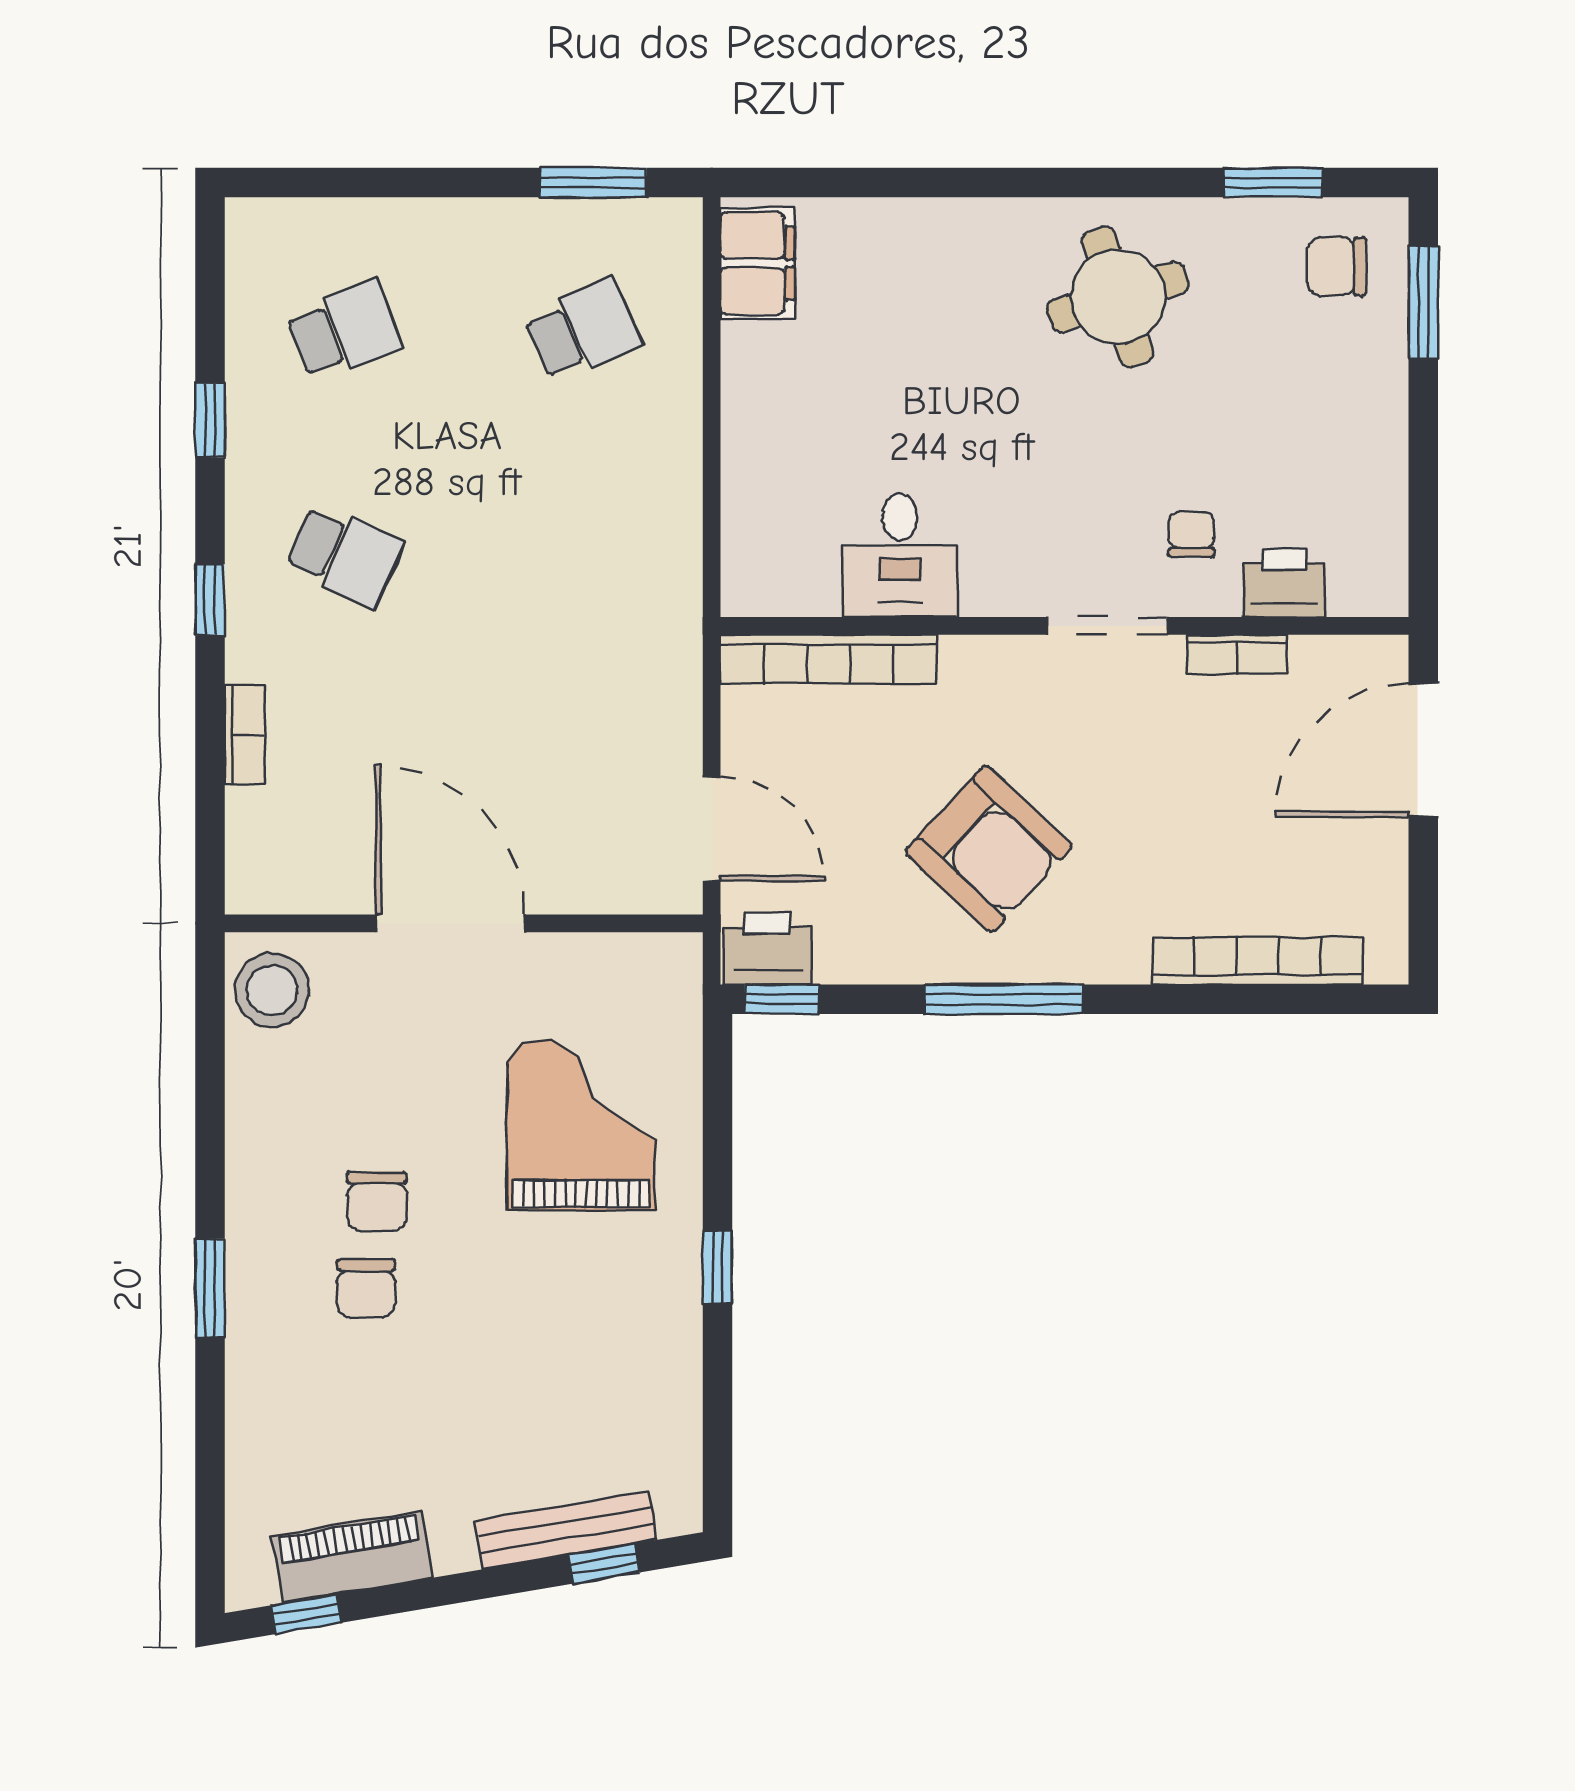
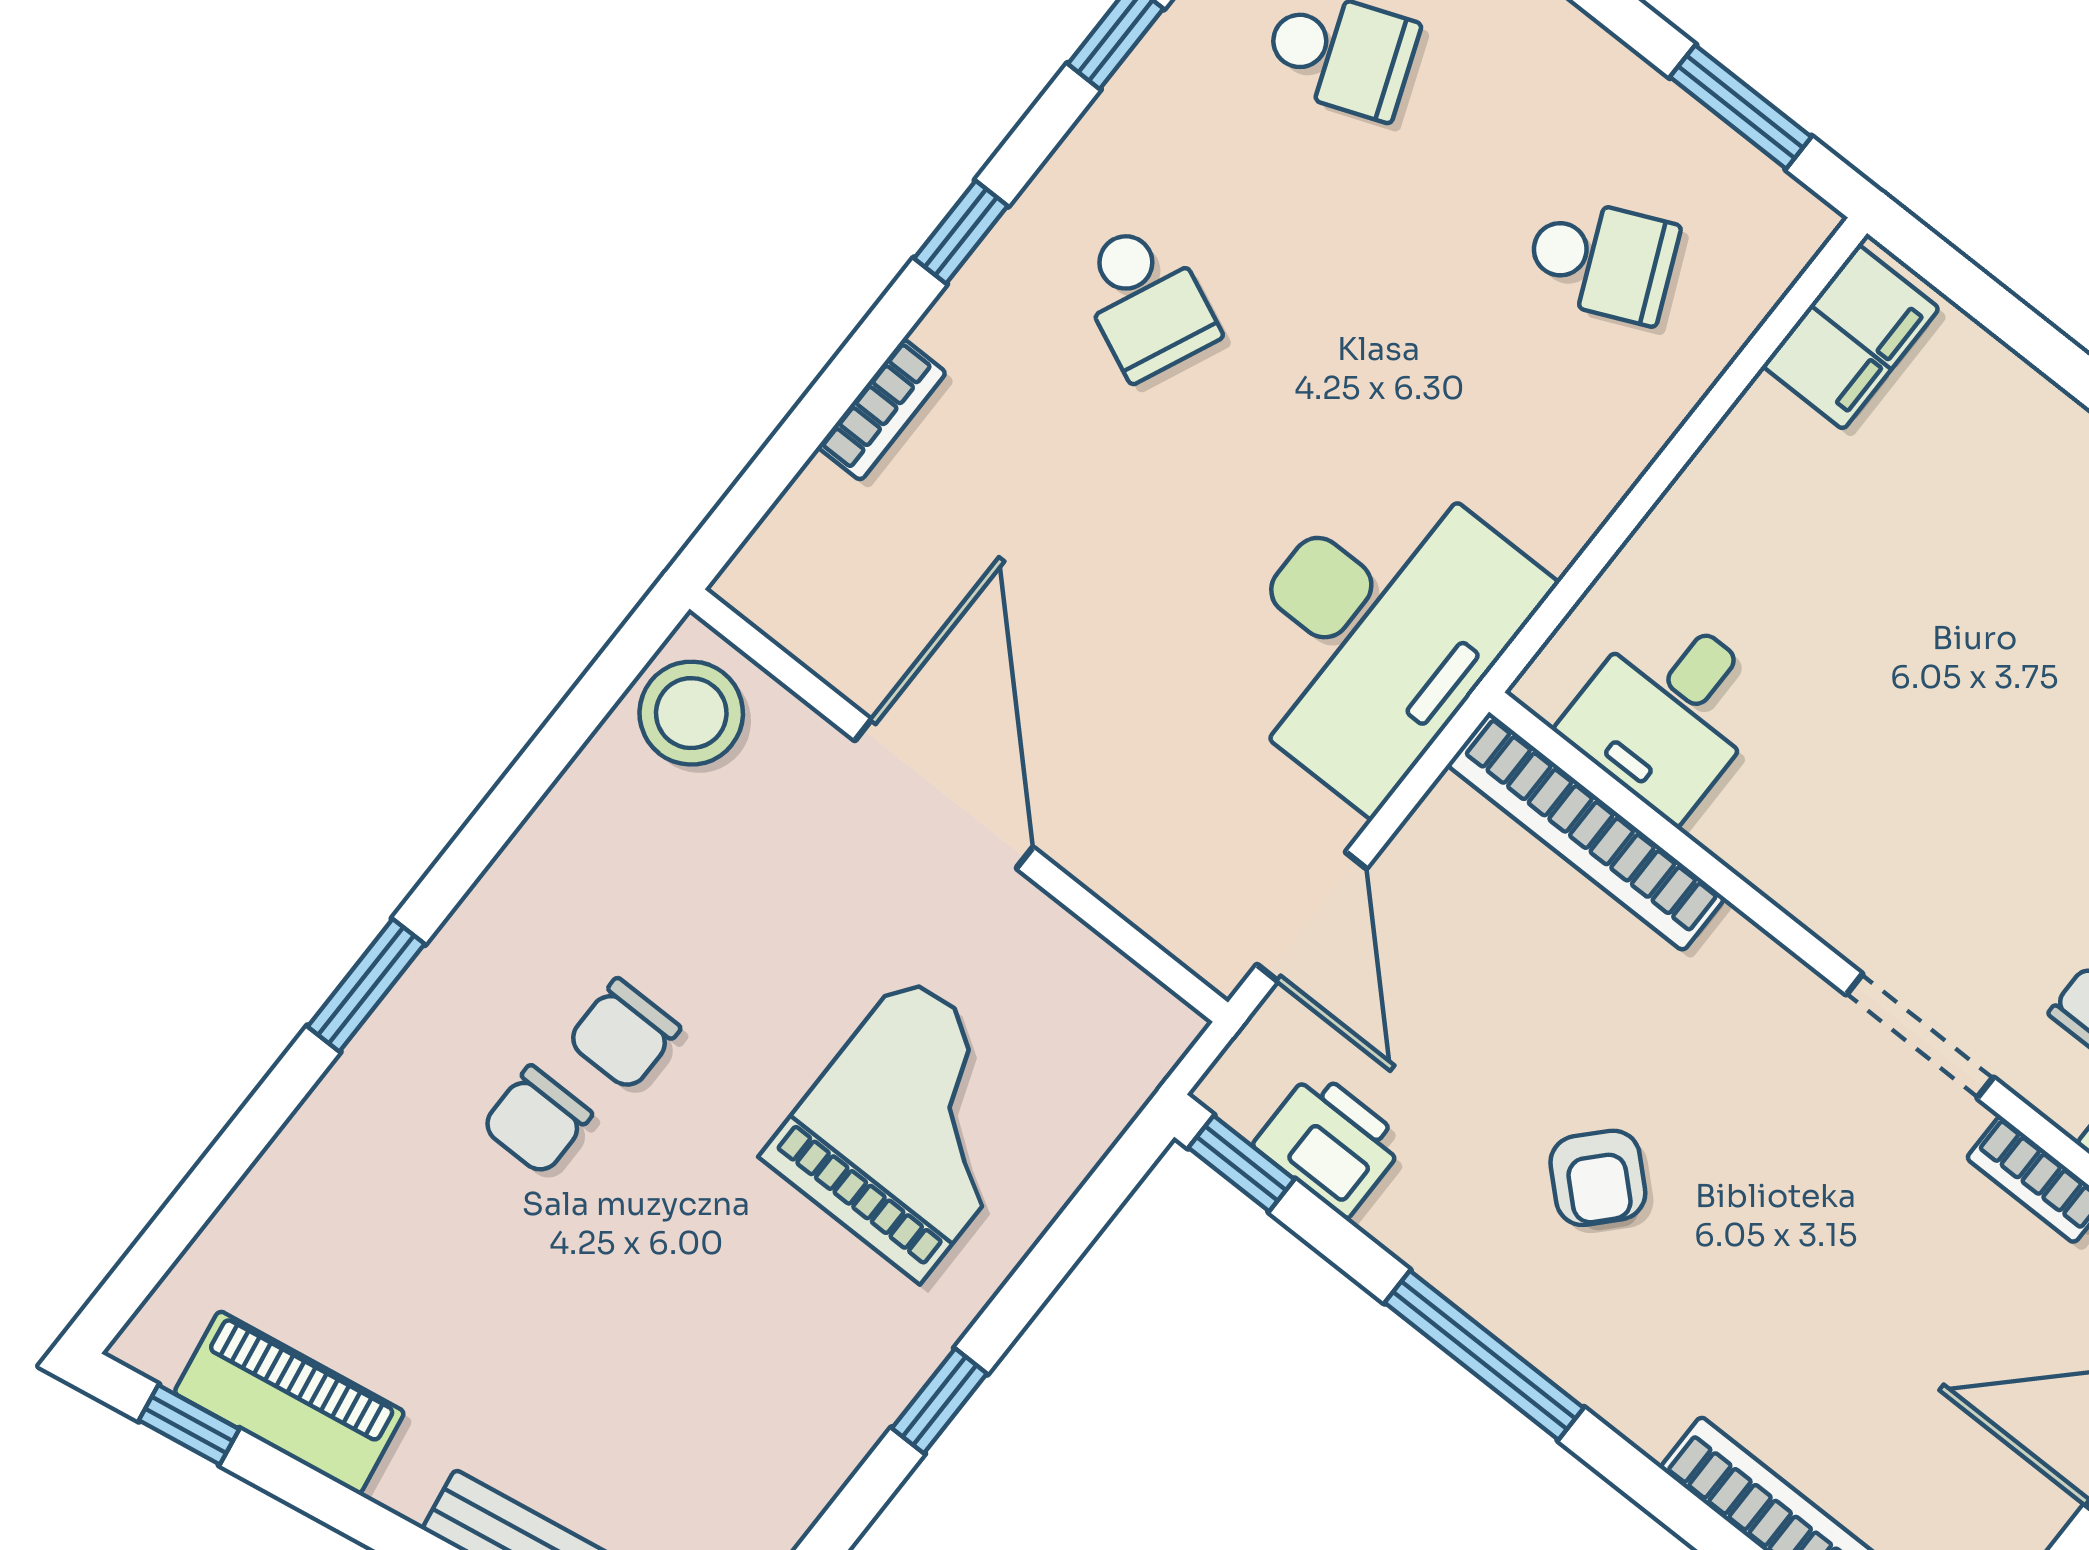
desk: (900, 555) -> (1668, 712), moved
desk: (621, 640) -> (1377, 631), added
armchair: (989, 849) -> (1598, 1178), width x0.53, depth x0.53
printer: (767, 949) -> (1330, 1143), moved

